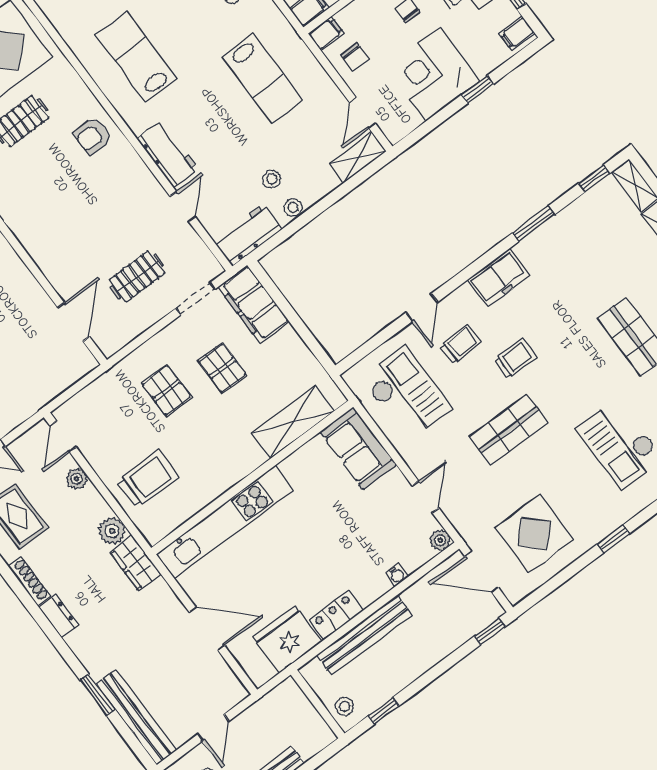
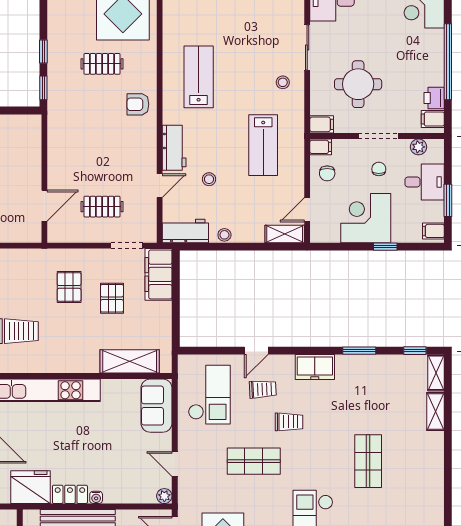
stool: (272, 179) -> (209, 179), moved
door: (425, 497) -> (175, 464), swing flipped
water cooler: (397, 575) -> (96, 497), moved

